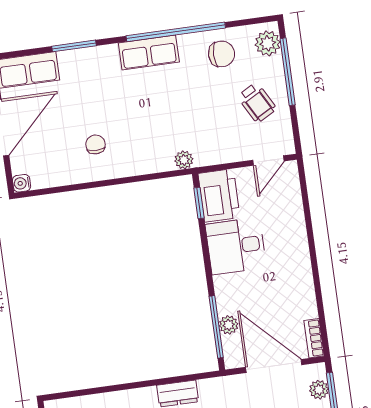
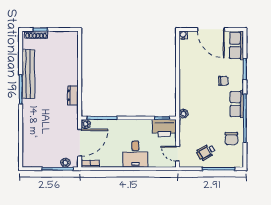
plant: (268, 43) -> (233, 161), removed
chair: (95, 144) -> (223, 81), moved
desk: (236, 246) -> (135, 154), moved, turned 180
plant: (229, 325) -> (86, 124), moved

